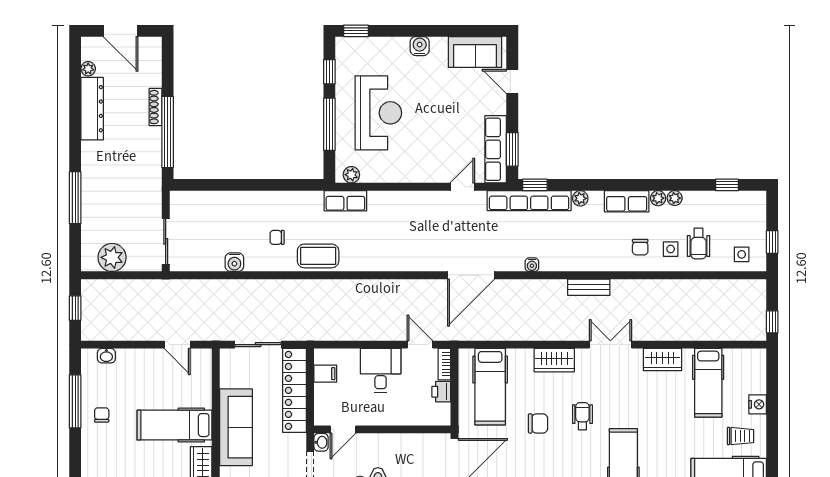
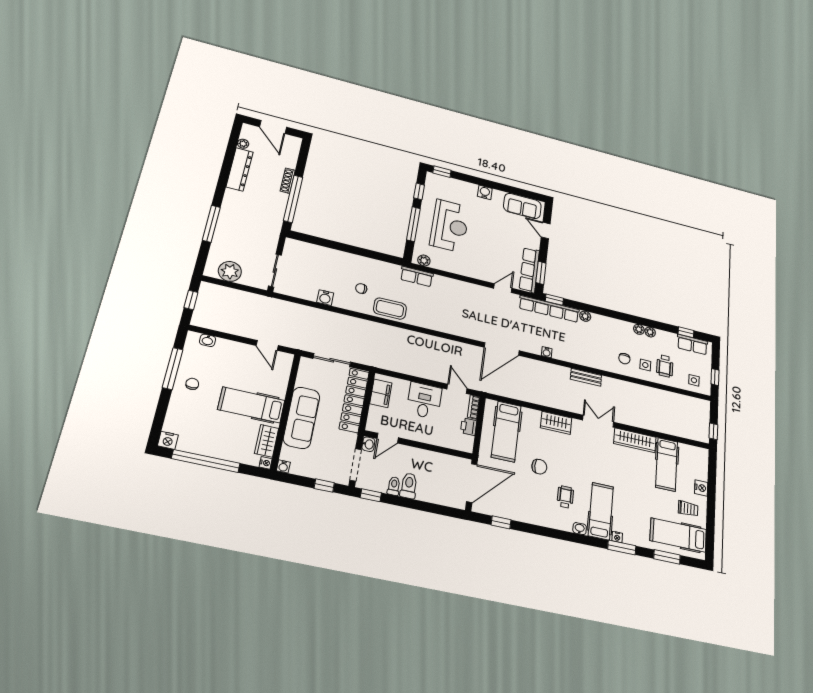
row of seats: (627, 201) -> (692, 345), moved
wardrobe: (662, 360) -> (635, 440), width x1.50
filing cabinet: (325, 374) -> (381, 393), width x2.00
wheelchair: (582, 416) -> (565, 497), moved

